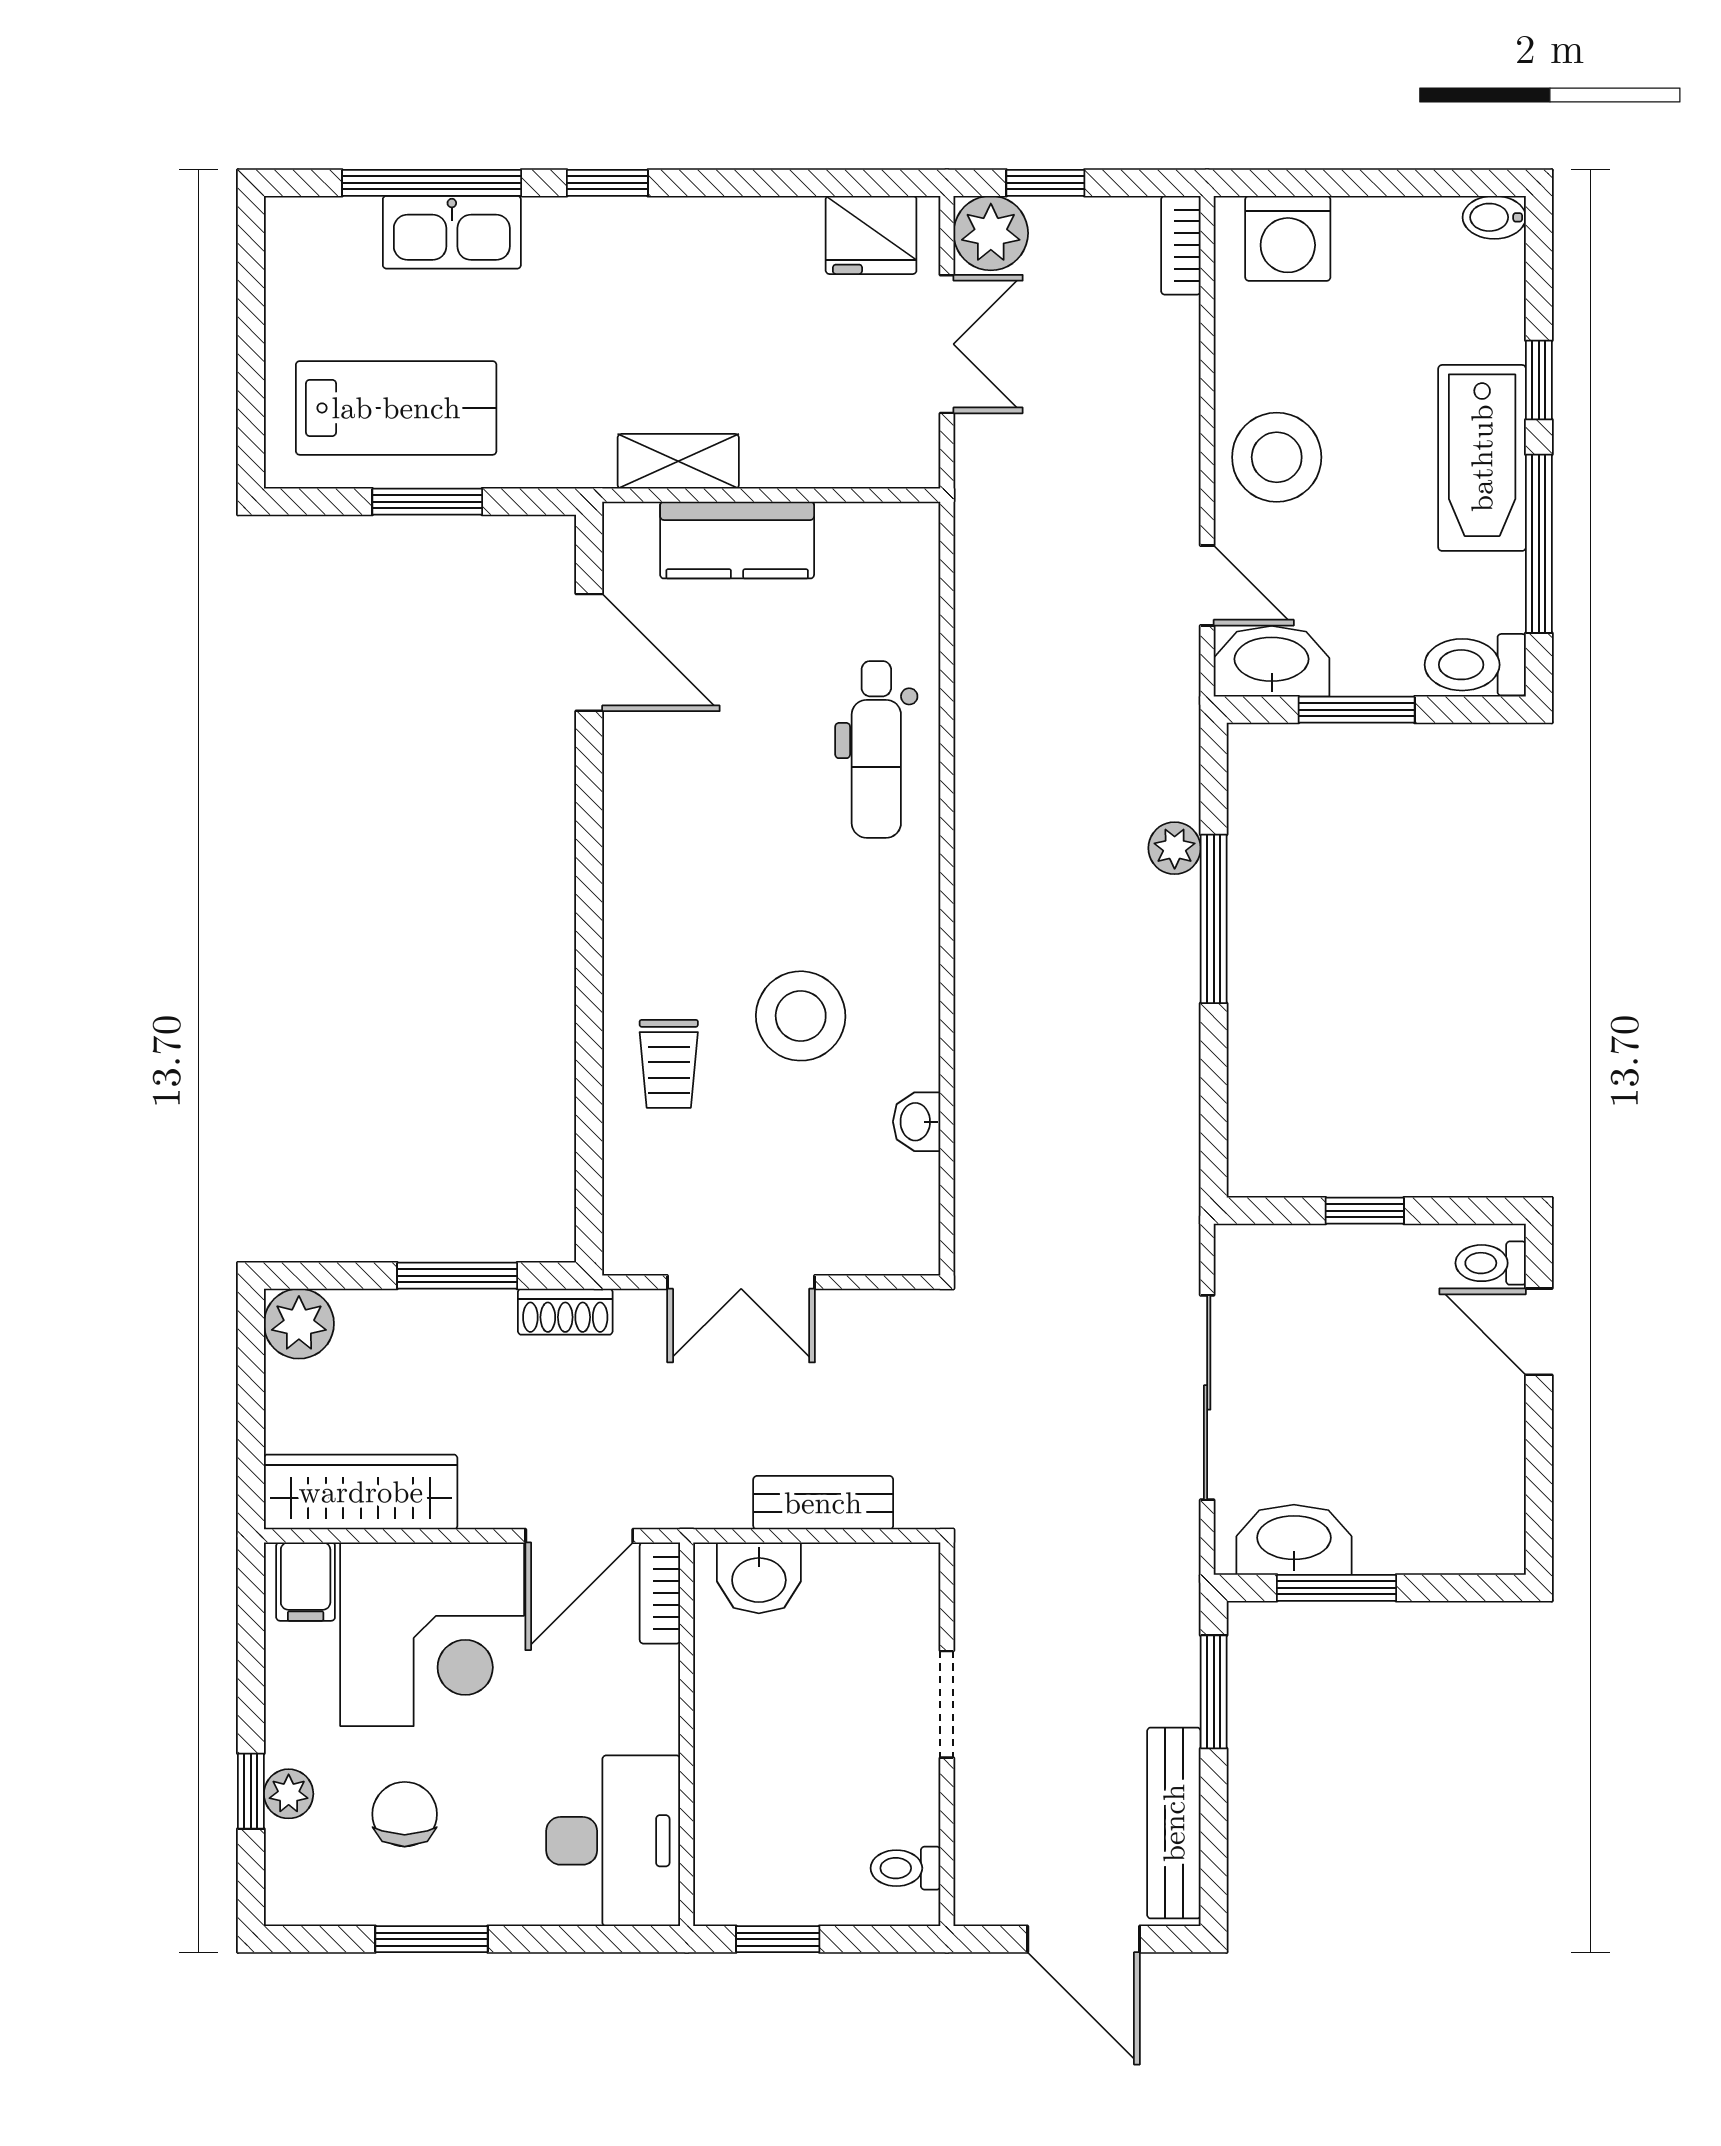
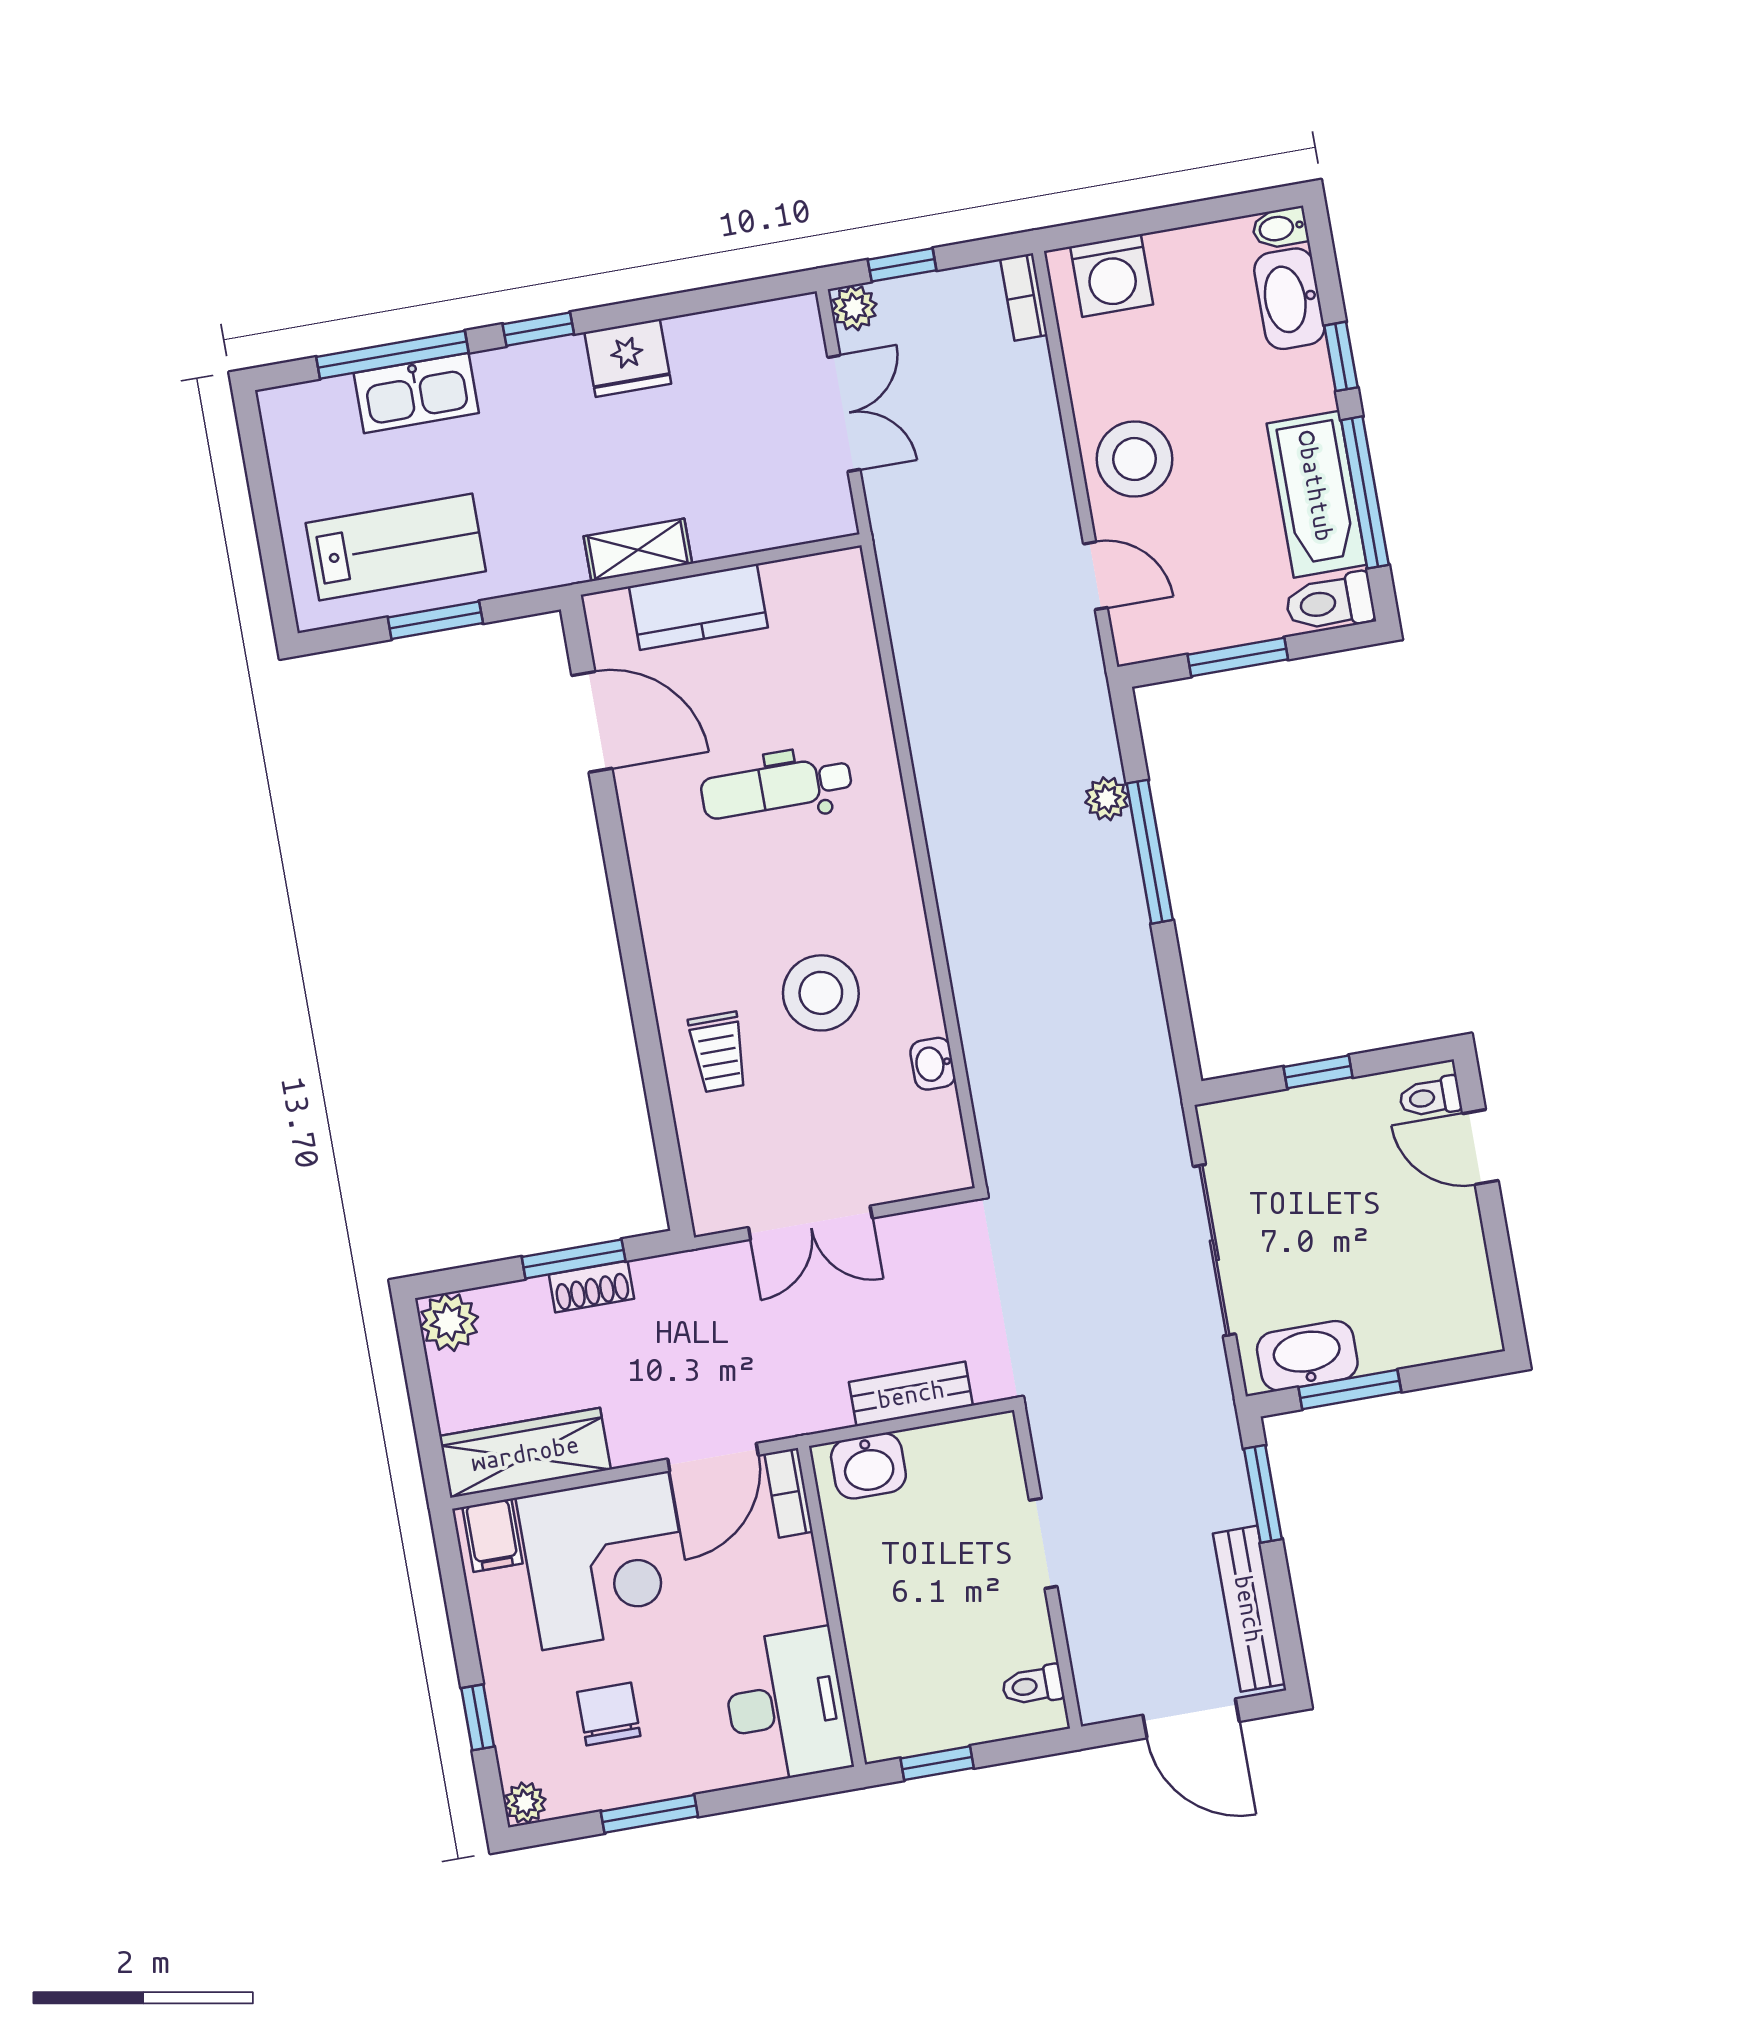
plant: (991, 233) -> (854, 308), width x0.73, depth x0.73
fridge: (871, 235) -> (628, 358), moved
bathtub: (1482, 458) -> (1317, 494), moved
washbasin: (1272, 661) -> (1289, 299), moved, turned -90
dental chair: (876, 749) -> (776, 787), moved, turned 90
shoe rack: (565, 1312) -> (591, 1287), moved
plant: (289, 1794) -> (525, 1803), moved

